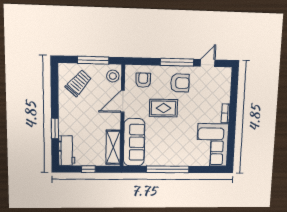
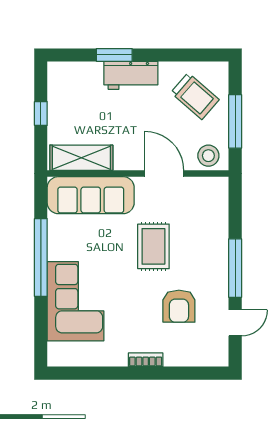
door: (208, 63) -> (235, 323), hinge flipped
armchair: (143, 80) -> (202, 209), removed
armchair: (180, 83) -> (179, 306), moved
corner sofa: (212, 145) -> (75, 301), moved, turned 90
workbench: (67, 151) -> (131, 75), moved

